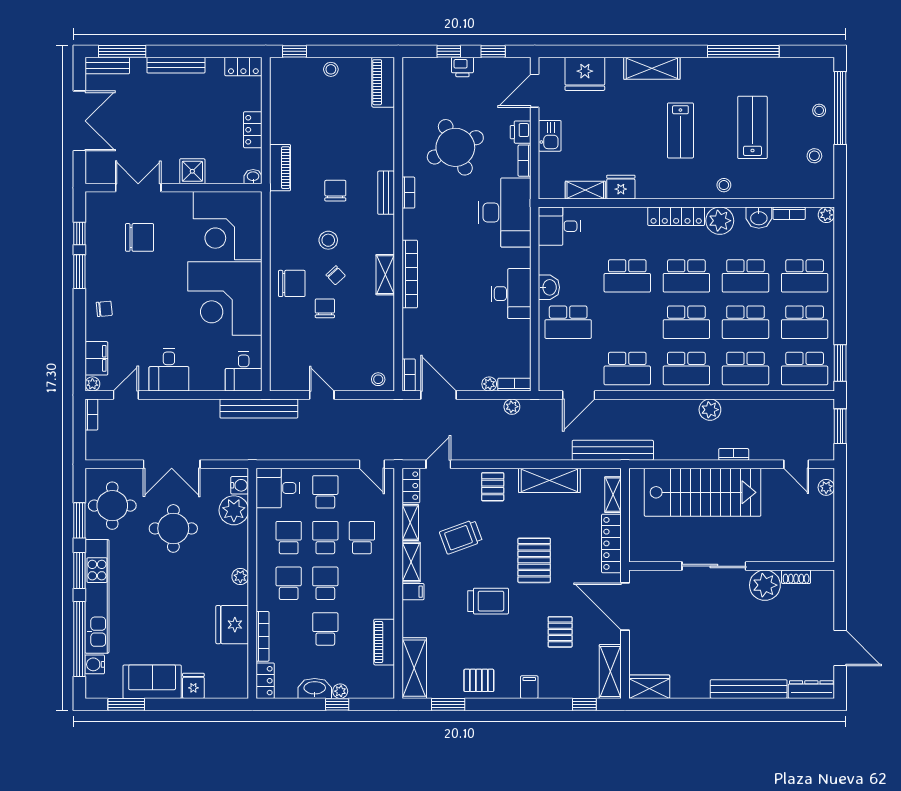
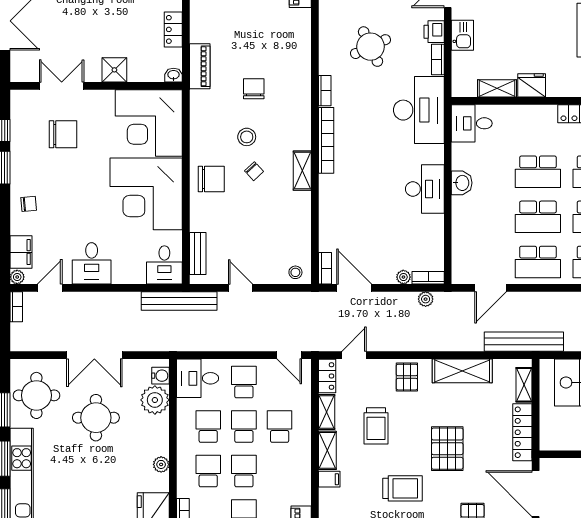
round table: (455, 147) -> (370, 47), width x0.73, depth x0.73
bench: (386, 193) -> (198, 253), moved
bookcase: (410, 274) -> (326, 140), moved
chair: (325, 308) -> (243, 203), removed
school desk: (568, 322) -> (538, 217), moved
trolley: (461, 537) -> (376, 426), turned -70

